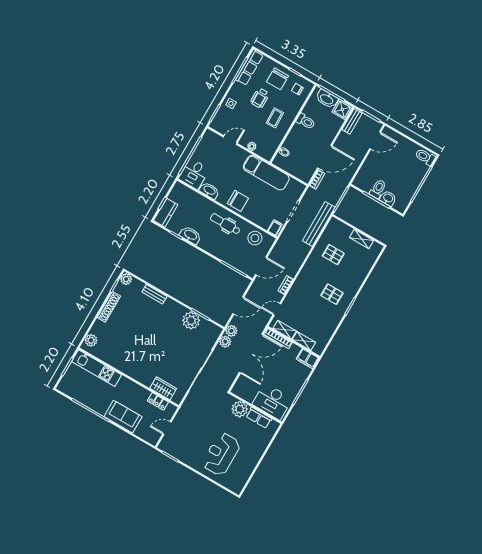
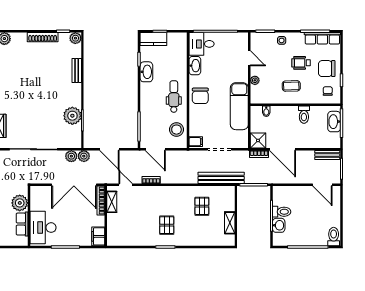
shower: (342, 109) -> (258, 140), moved
shelving: (304, 341) -> (112, 224), removed

